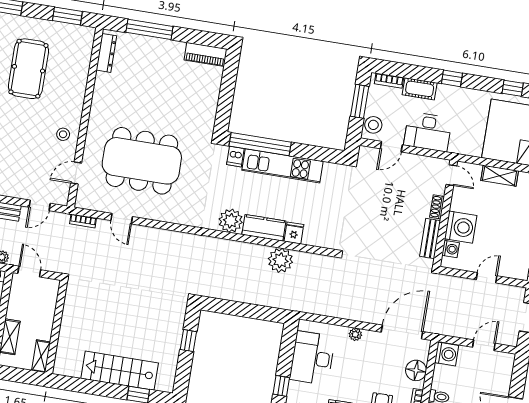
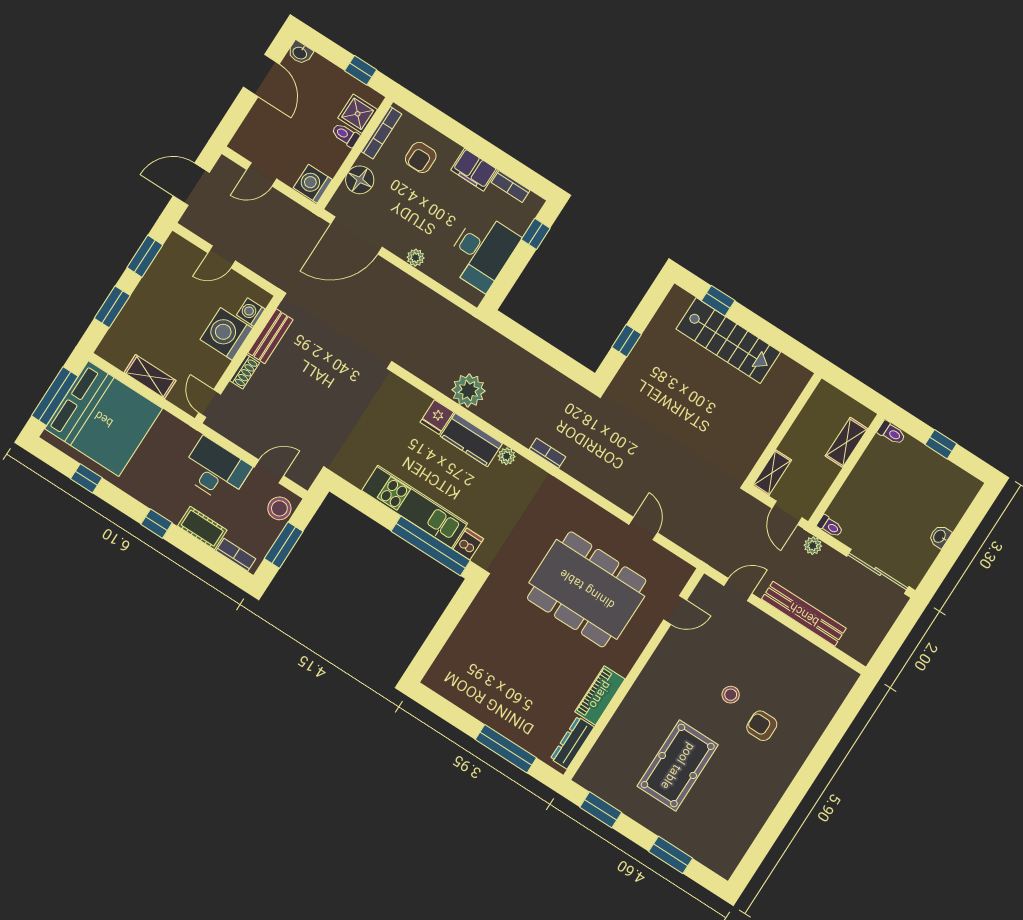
piano: (206, 54) -> (600, 695), moved, turned -90
stool: (63, 134) -> (731, 695), moved
bookcase: (83, 221) -> (547, 453), moved
plant: (231, 221) -> (507, 456), width x0.53, depth x0.53
shelving: (41, 356) -> (772, 473), moved

